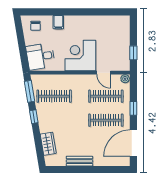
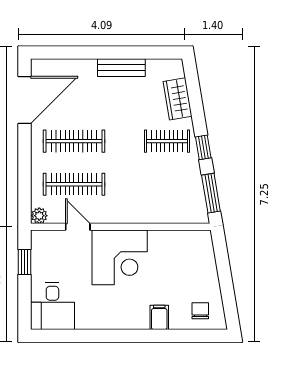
desk: (41, 56) -> (52, 306), moved, turned 100
clothes rail: (54, 96) -> (167, 141), moved, width x0.73
window: (133, 108) -> (24, 162), removed

